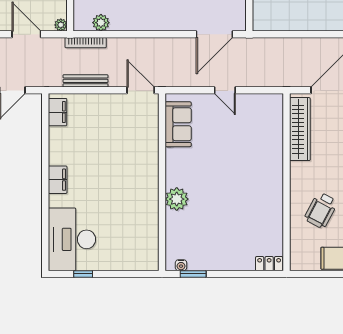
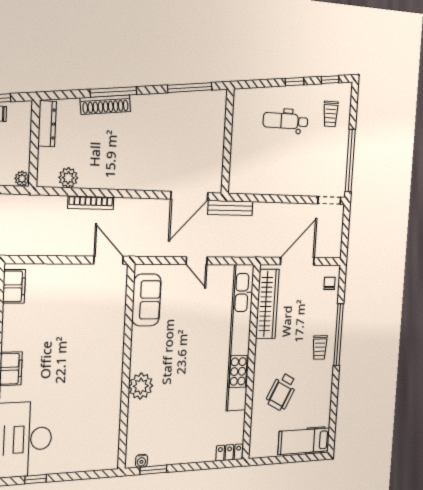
bookcase: (86, 43) -> (91, 203), moved
bench: (85, 81) -> (230, 208), moved
kitchen unit: (273, 159) -> (240, 338), added

